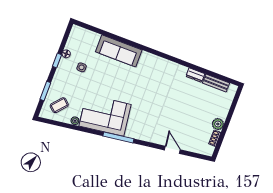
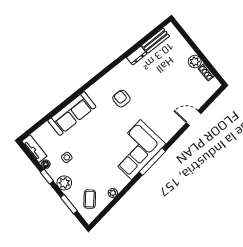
tv unit: (73, 38) -> (34, 149), added
plant: (60, 77) -> (64, 183), added
armchair: (154, 83) -> (121, 99), added
corner sofa: (105, 115) -> (136, 150), moved

